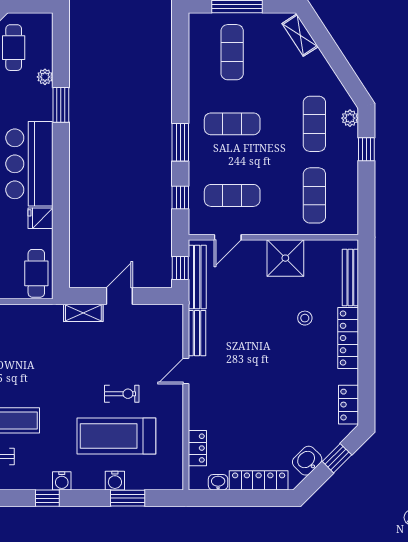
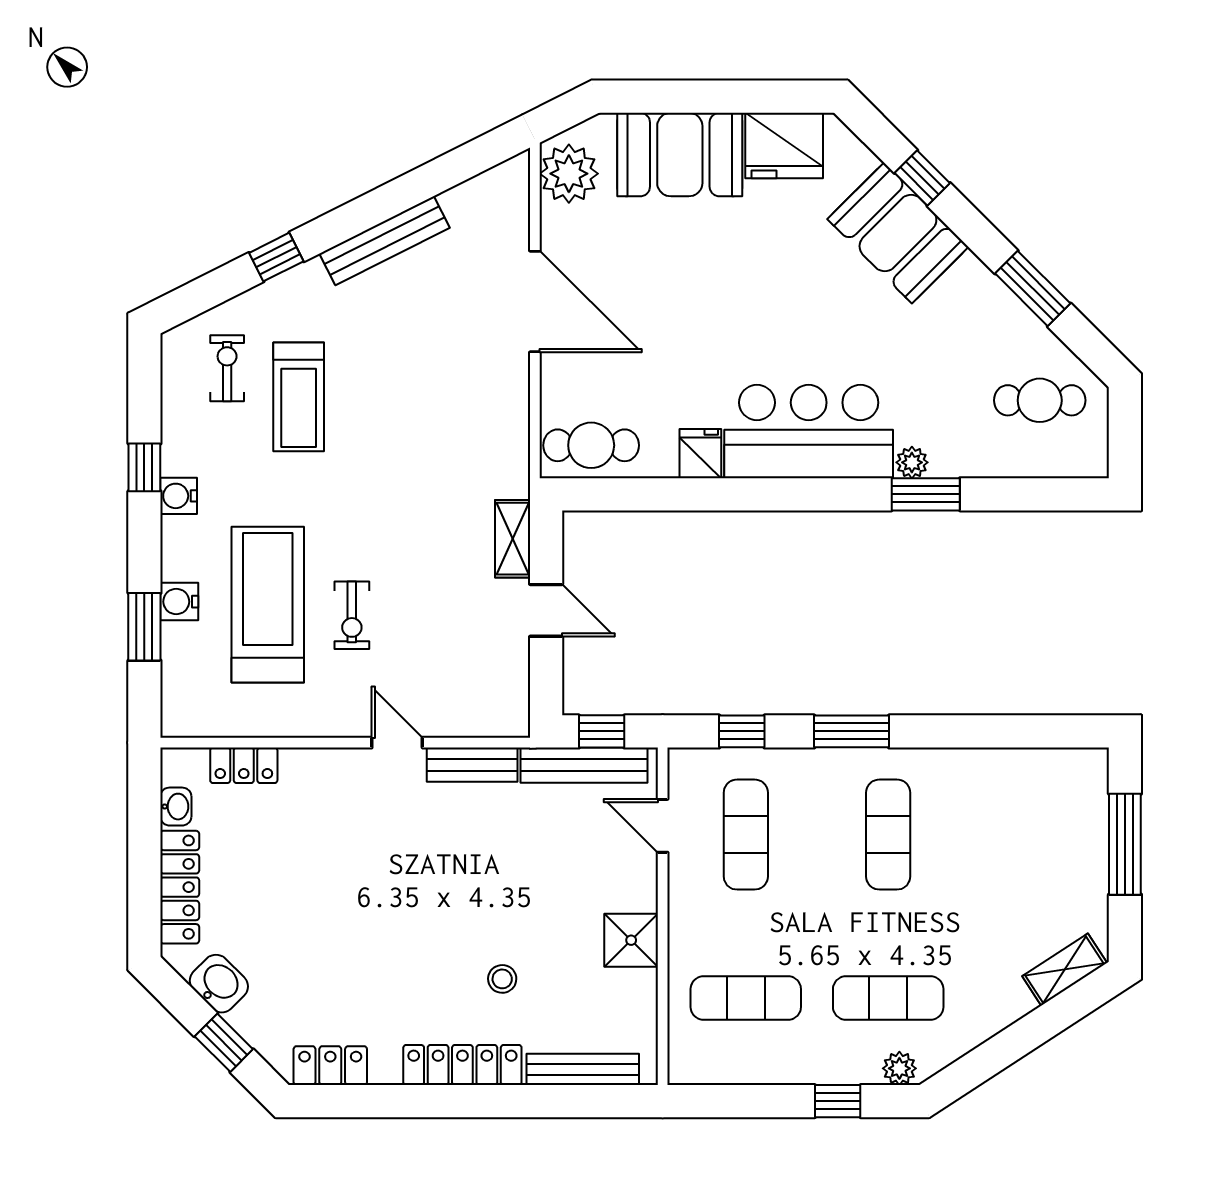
exercise mat: (232, 52) -> (1031, 835), removed
plant: (45, 77) -> (912, 462), moved
shower: (285, 258) -> (631, 940), width x0.73, depth x0.73

